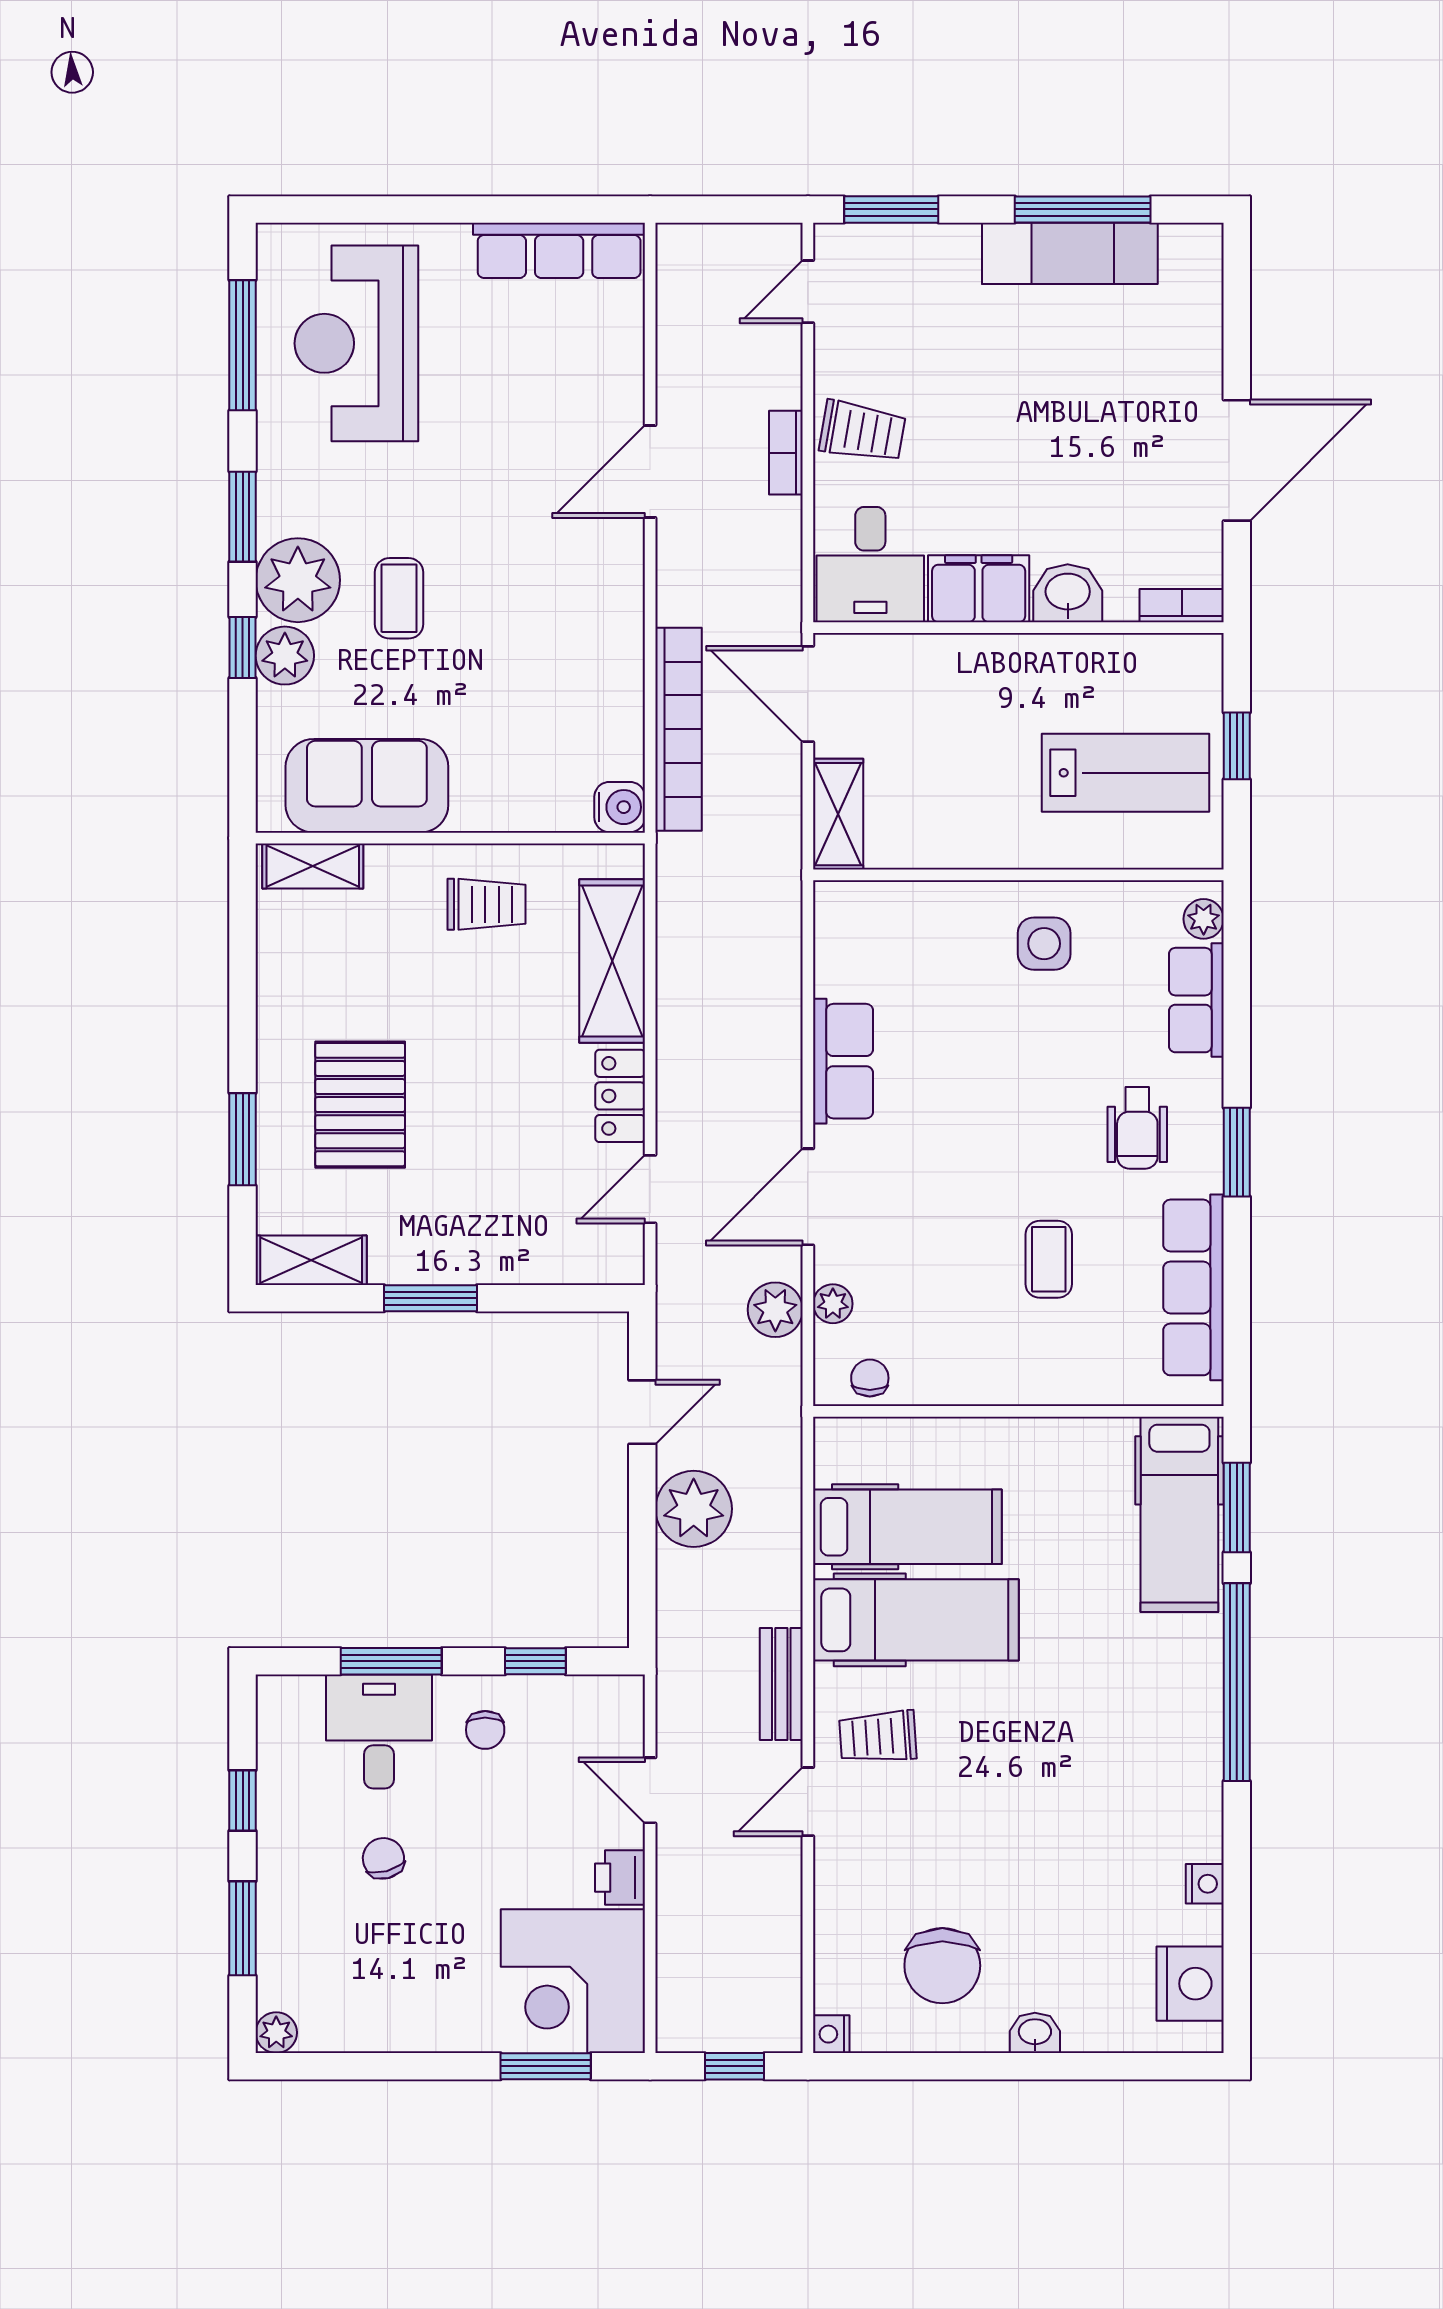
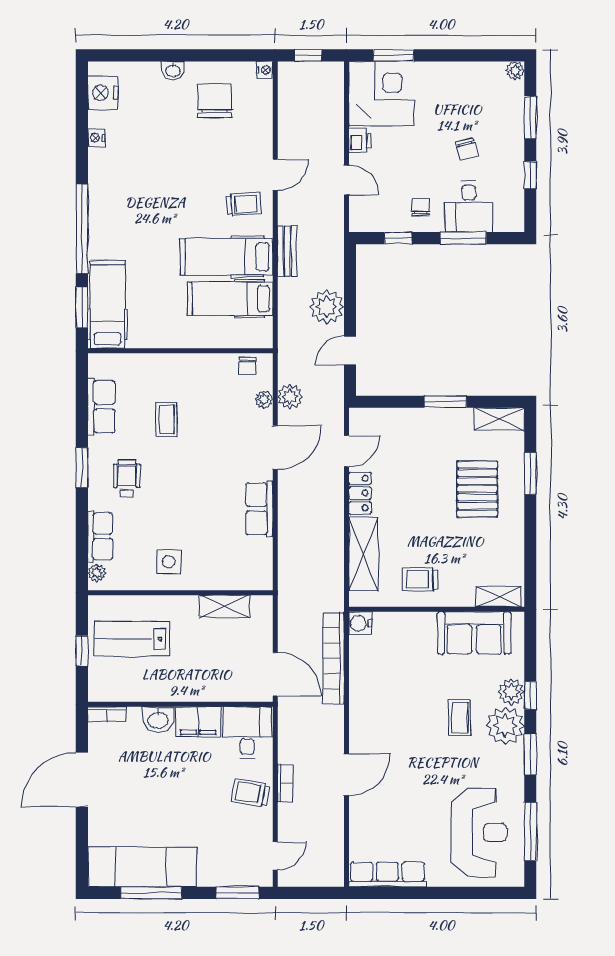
exam couch: (1070, 253) -> (143, 867), width x1.36, depth x1.45
shelving: (838, 814) -> (225, 606), moved, turned 90
row of seats: (1193, 1287) -> (101, 407), width x0.68
bench: (781, 1684) -> (287, 251), moved

